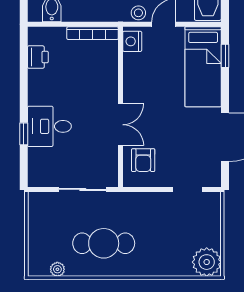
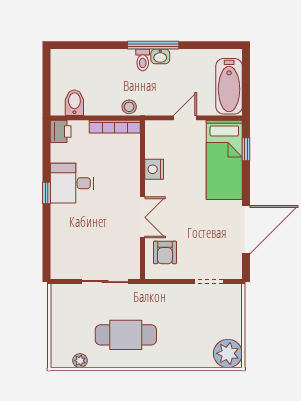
stool: (138, 13) -> (129, 107), moved
nightstand: (132, 41) -> (154, 169), moved
printer: (38, 57) -> (61, 131), moved
desk: (49, 126) -> (72, 183), moved
window: (24, 134) -> (47, 193), moved

